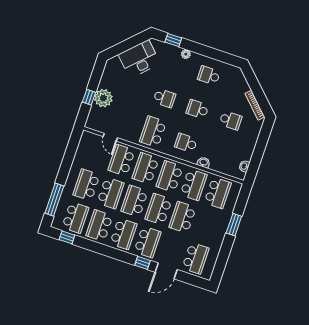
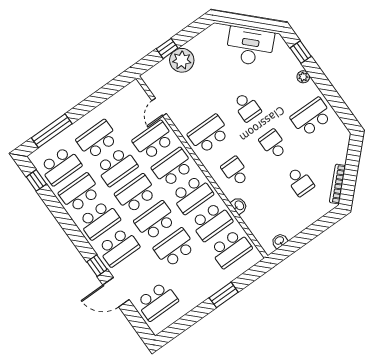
school desk: (209, 75) -> (311, 117), width x1.85
school desk: (170, 177) -> (192, 194), turned 180

